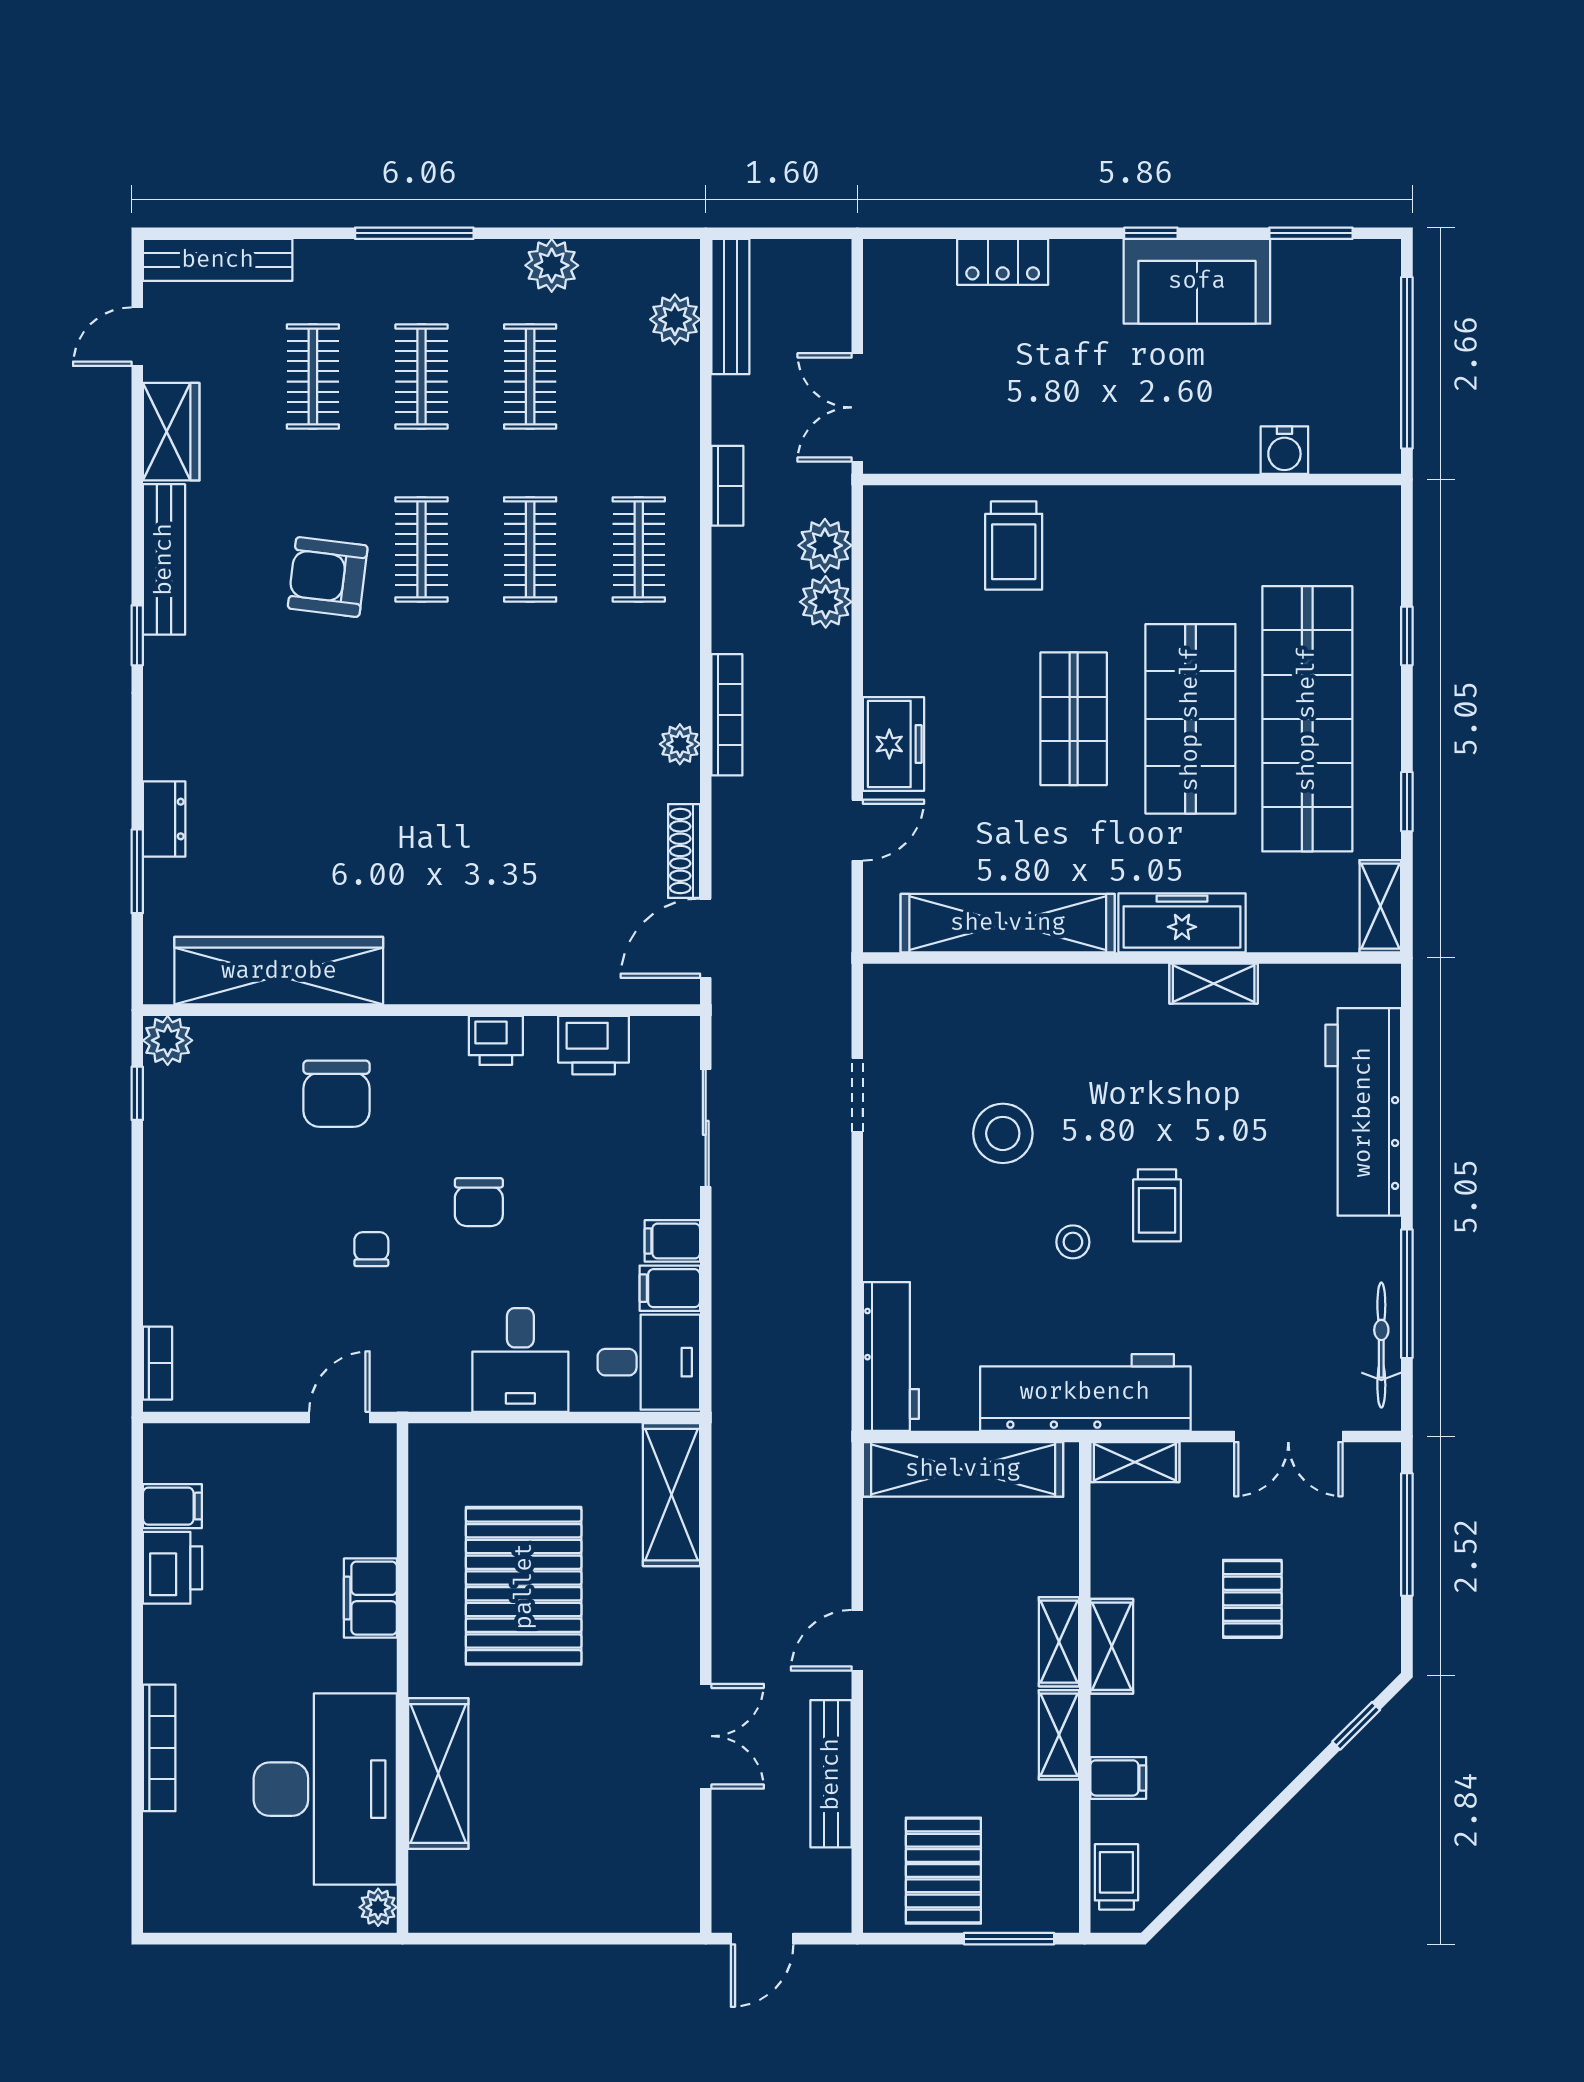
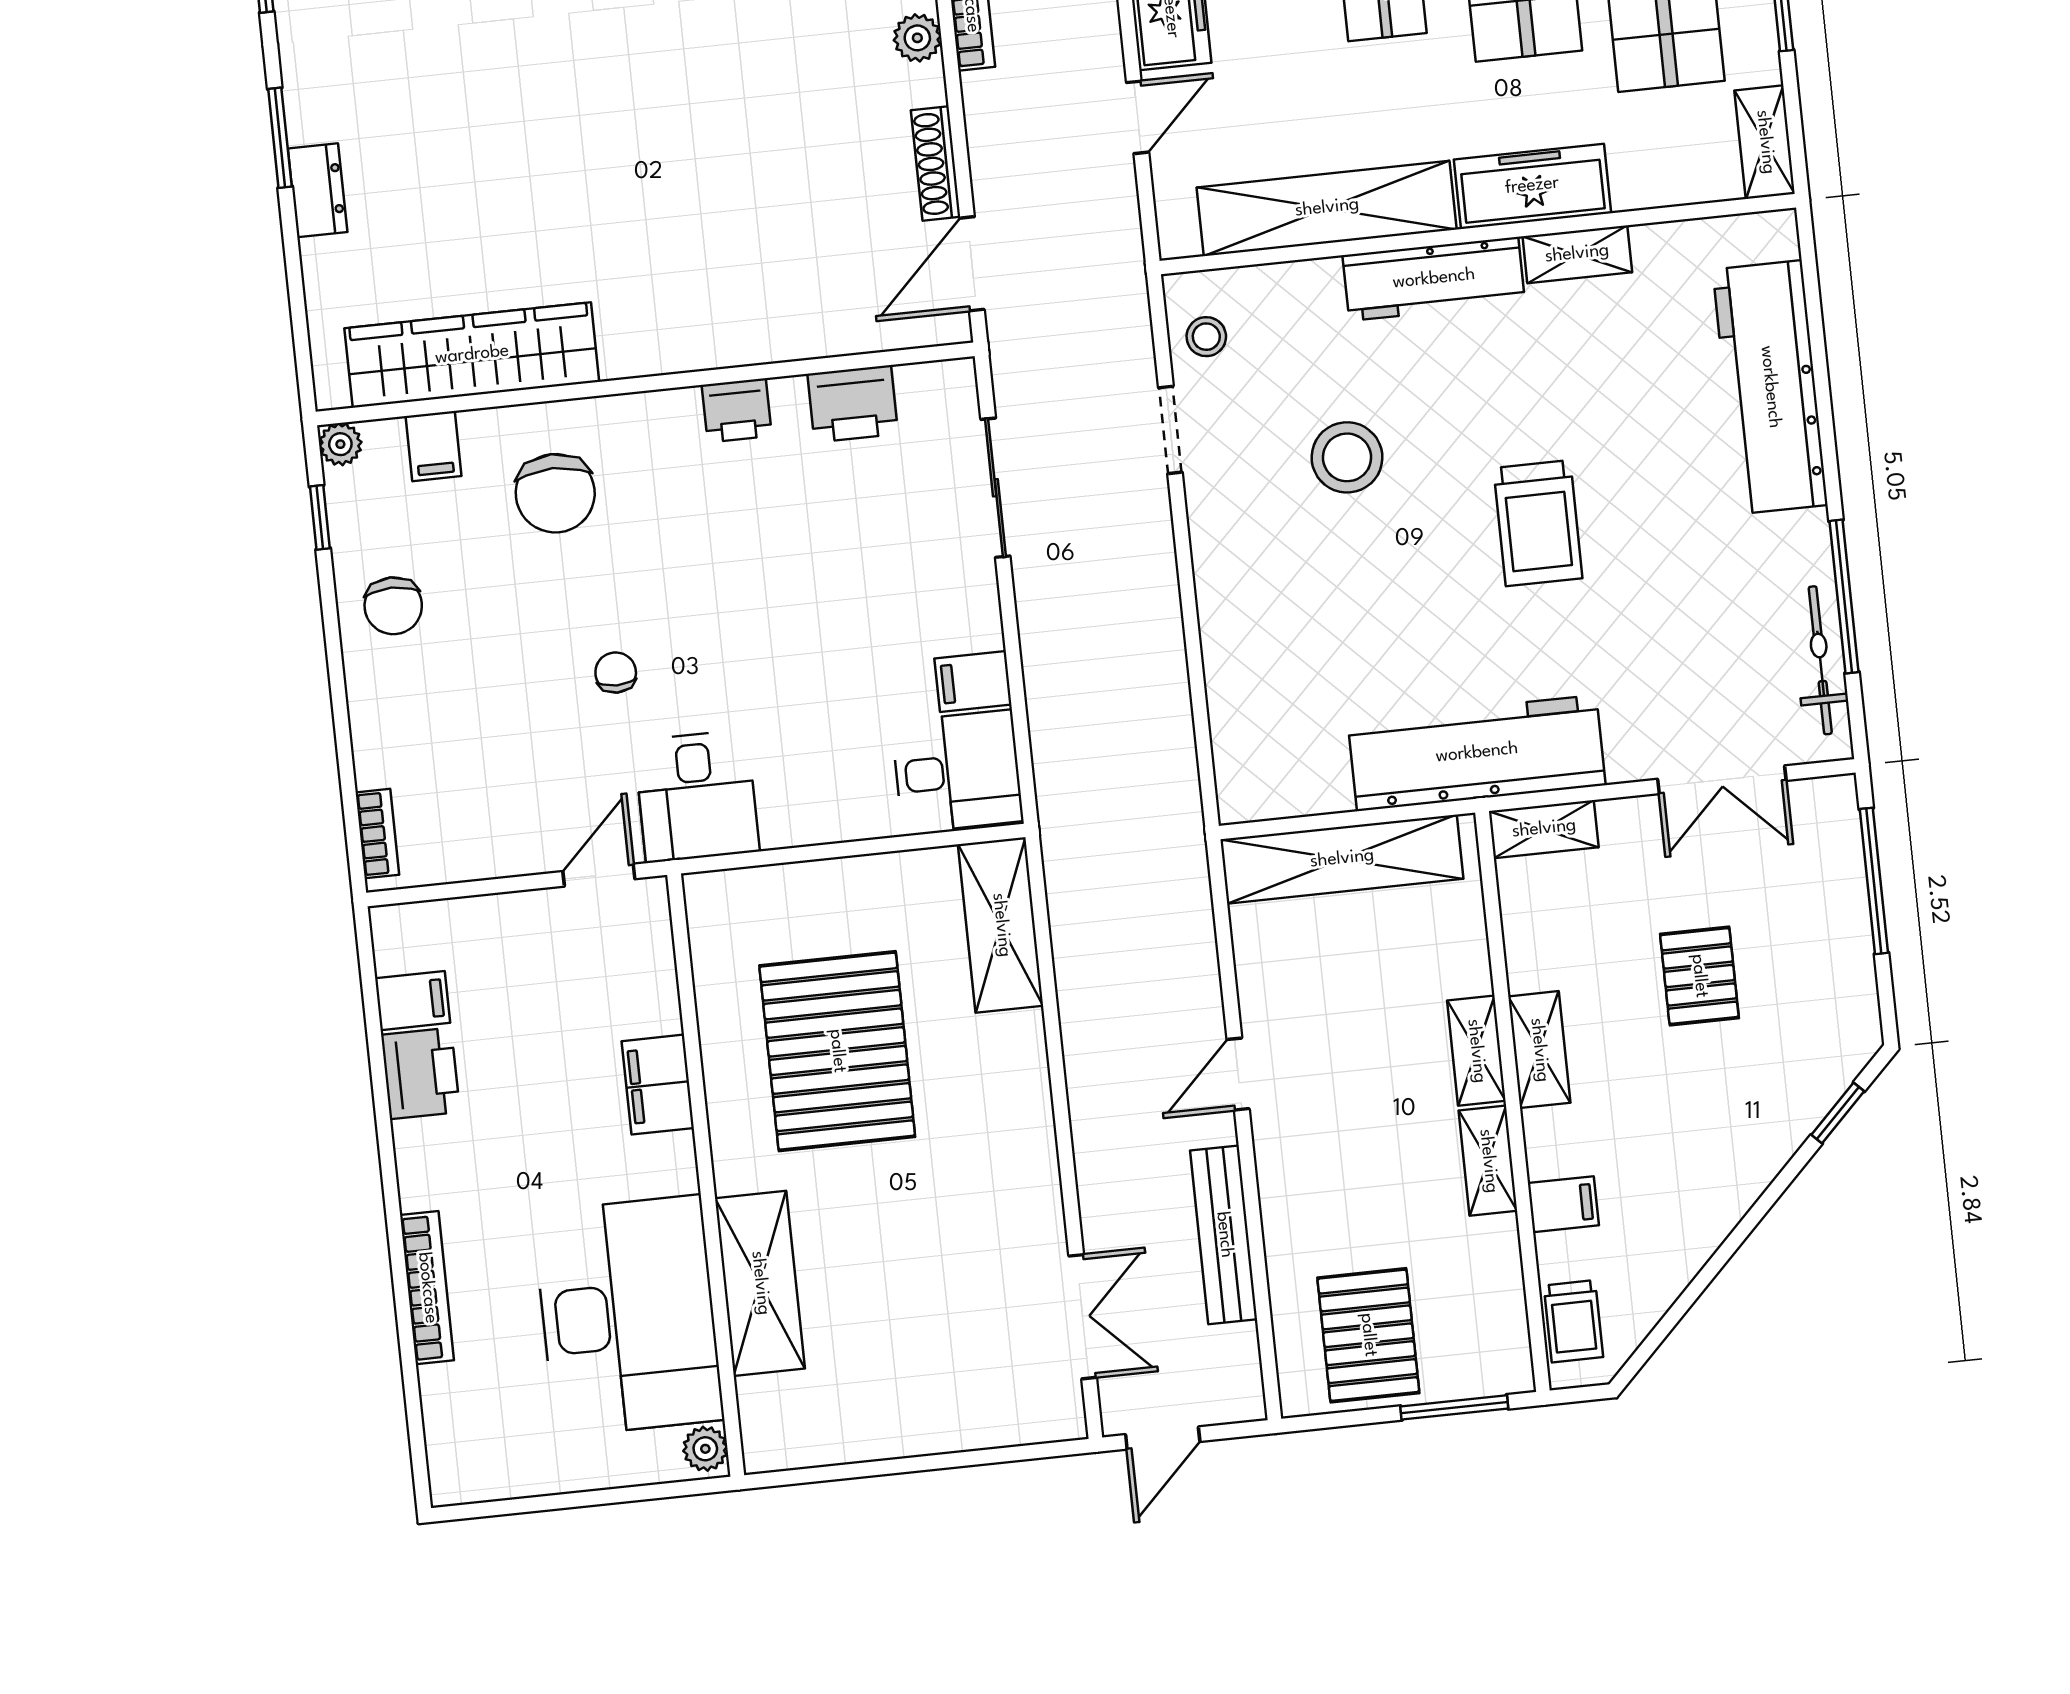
window: (137, 871) -> (280, 138), moved
plant: (168, 1040) -> (340, 444), width x0.73, depth x0.73
chair: (479, 1202) -> (393, 606), moved
trolley: (1157, 1205) -> (1538, 523), width x1.36, depth x1.39
filing cabinet: (672, 1241) -> (434, 446), moved, turned -90
stool: (1073, 1242) -> (1206, 337), moved
workbench: (891, 1356) -> (1434, 279), moved, turned 90
desk: (520, 1360) -> (697, 796), moved
double door: (706, 1736) -> (1083, 1317), moved
trolley: (1116, 1877) -> (1573, 1321), turned 180

